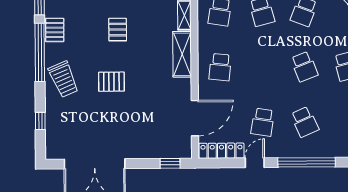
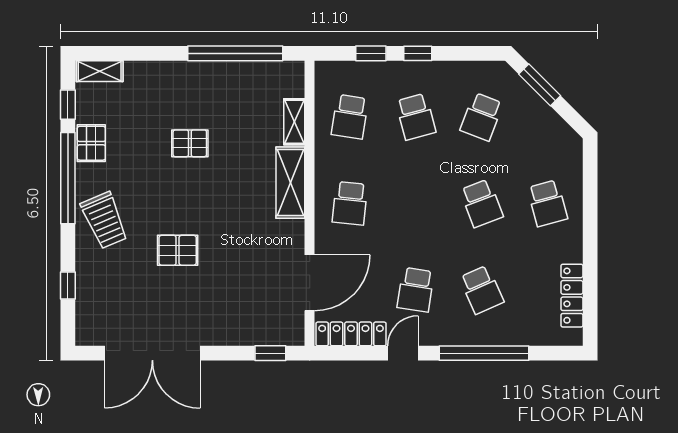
pallet: (118, 30) -> (190, 143), turned 90
pallet: (111, 82) -> (178, 250), moved

